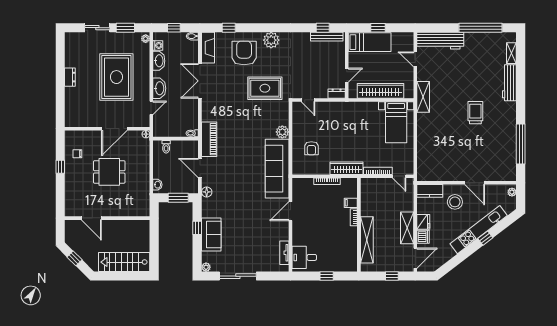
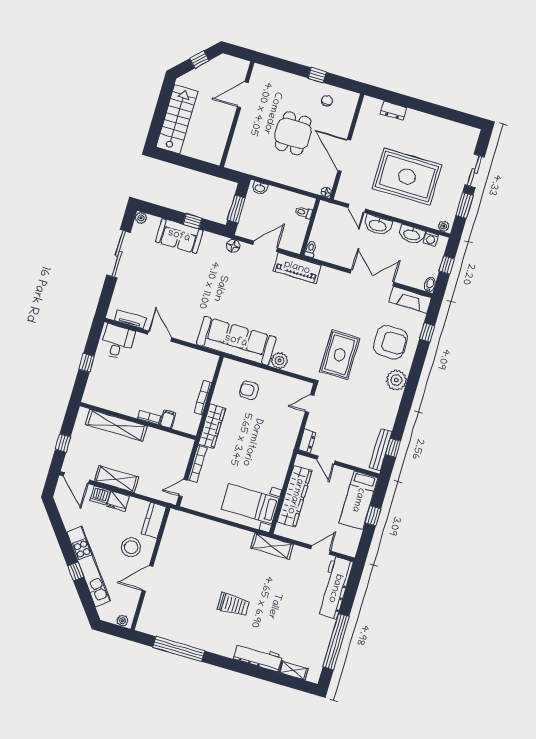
dresser: (70, 77) -> (393, 110), moved
door: (290, 211) -> (160, 336), moved

